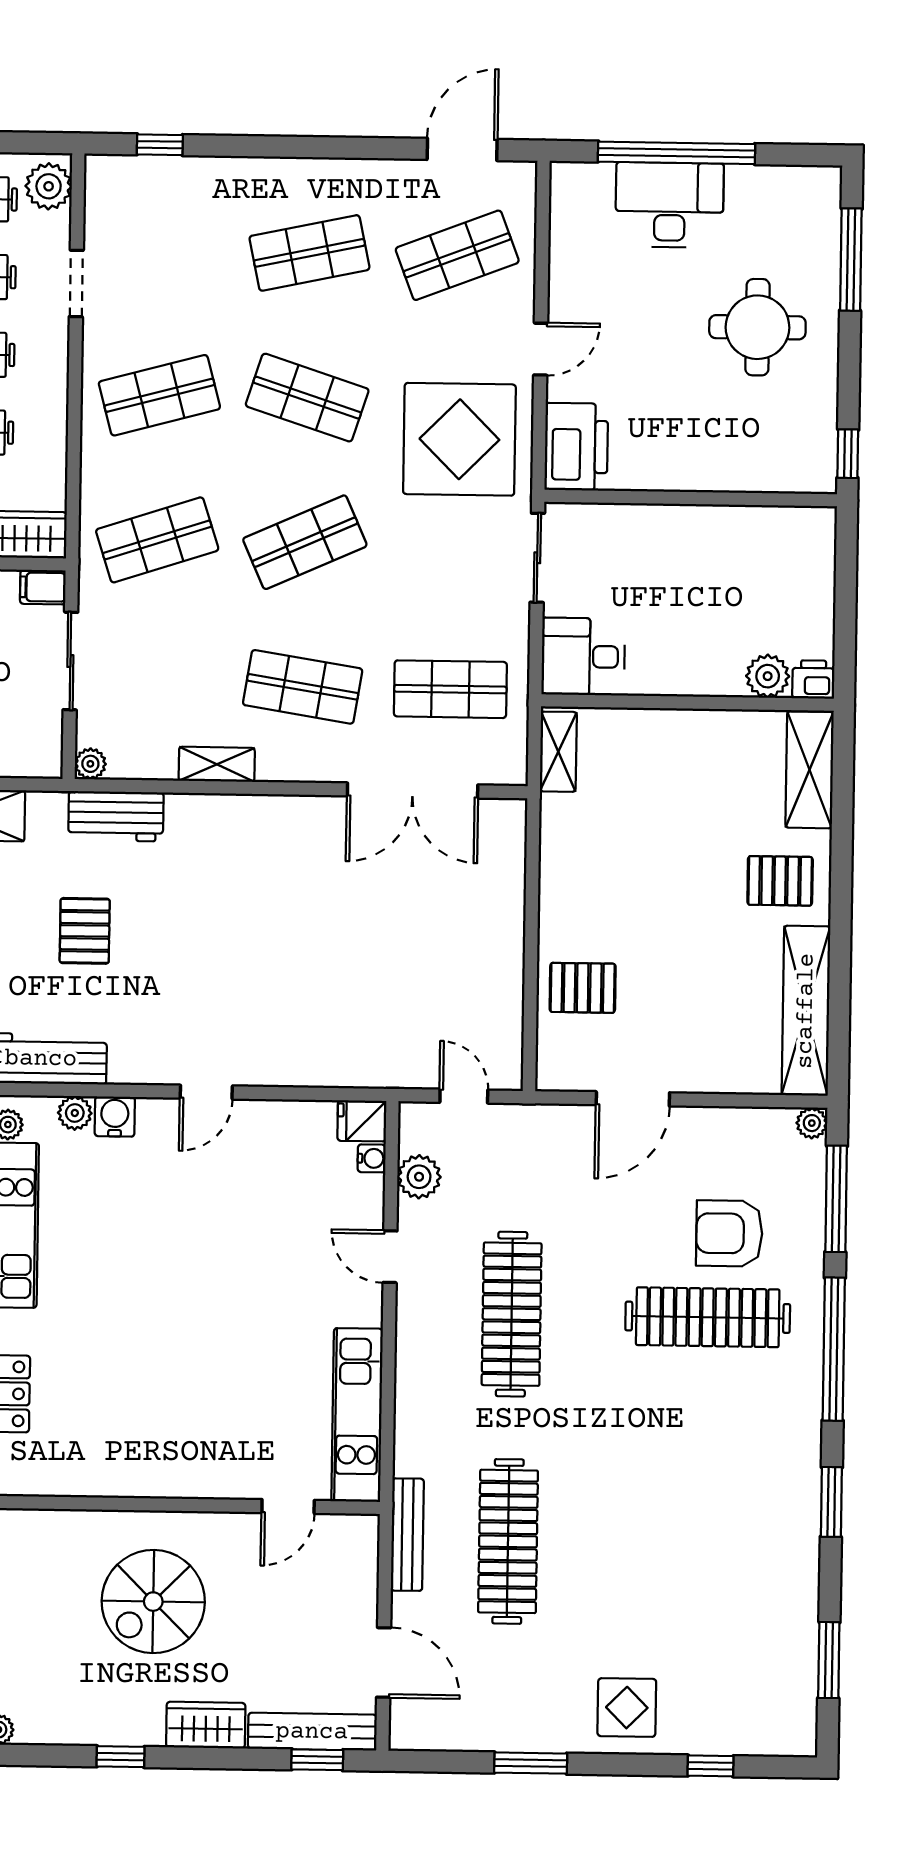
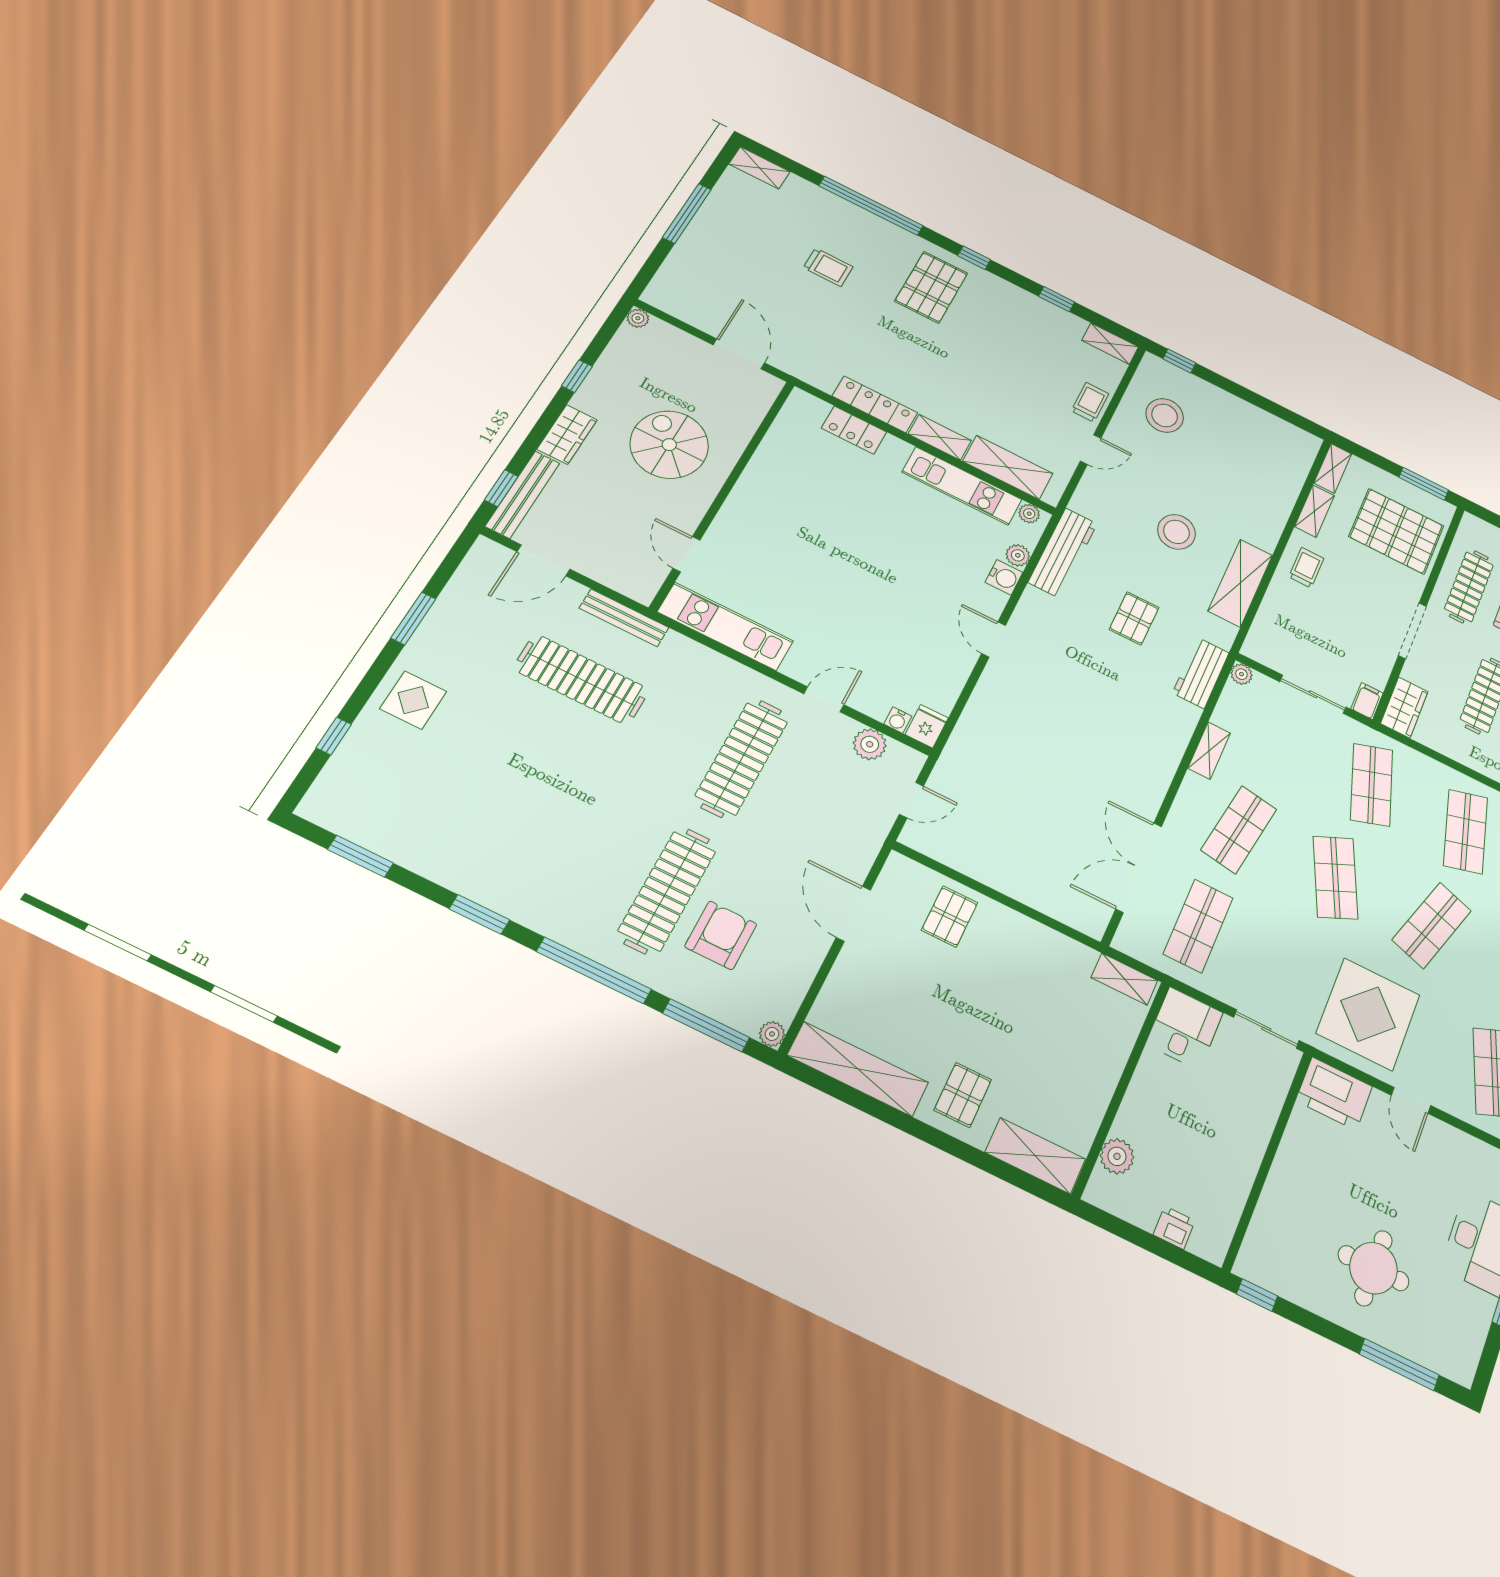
printer: (813, 679) -> (1174, 1228), moved, turned -90
pallet: (85, 931) -> (1134, 618), turned 90
clothes rail: (512, 1314) -> (742, 759), turned 90

